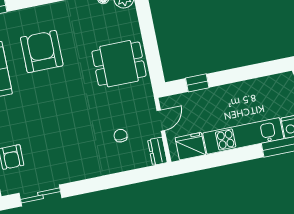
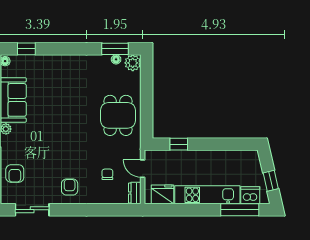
armchair: (42, 52) -> (70, 187), moved, width x0.53, depth x0.53
dining table: (119, 64) -> (118, 115), turned 90
door: (161, 121) -> (143, 169), swing flipped

